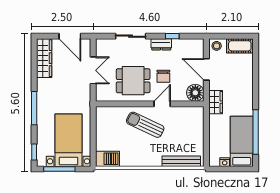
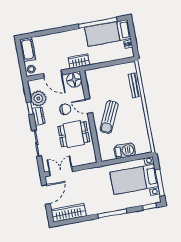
plant: (181, 48) -> (38, 98), added
door: (206, 69) -> (53, 74), hinge flipped
double door: (93, 70) -> (61, 171), moved
dining table: (133, 81) -> (74, 134), turned 90
barbecue: (107, 159) -> (125, 151), moved, turned 90
bench: (181, 161) -> (135, 85), width x0.73

